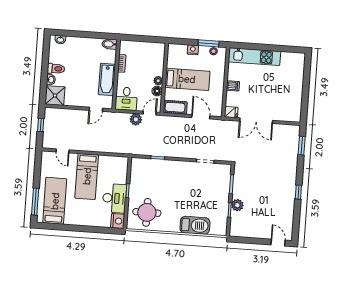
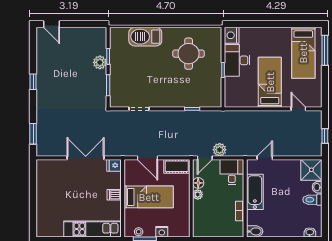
bed: (187, 79) -> (149, 197), moved, turned 180
round table: (147, 212) -> (189, 54), moved

